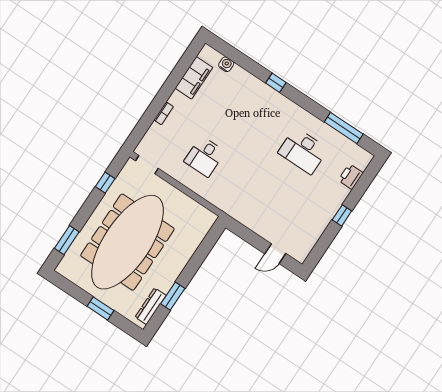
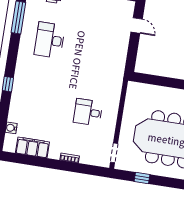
desk: (303, 151) -> (50, 40), turned 180
desk: (205, 157) -> (88, 112), turned 180

